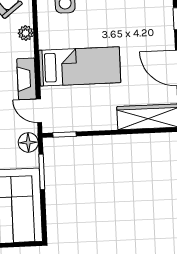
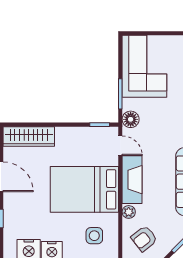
bed: (80, 66) -> (84, 189), width x1.50
fireplace: (27, 79) -> (132, 180), width x1.37, depth x1.32

